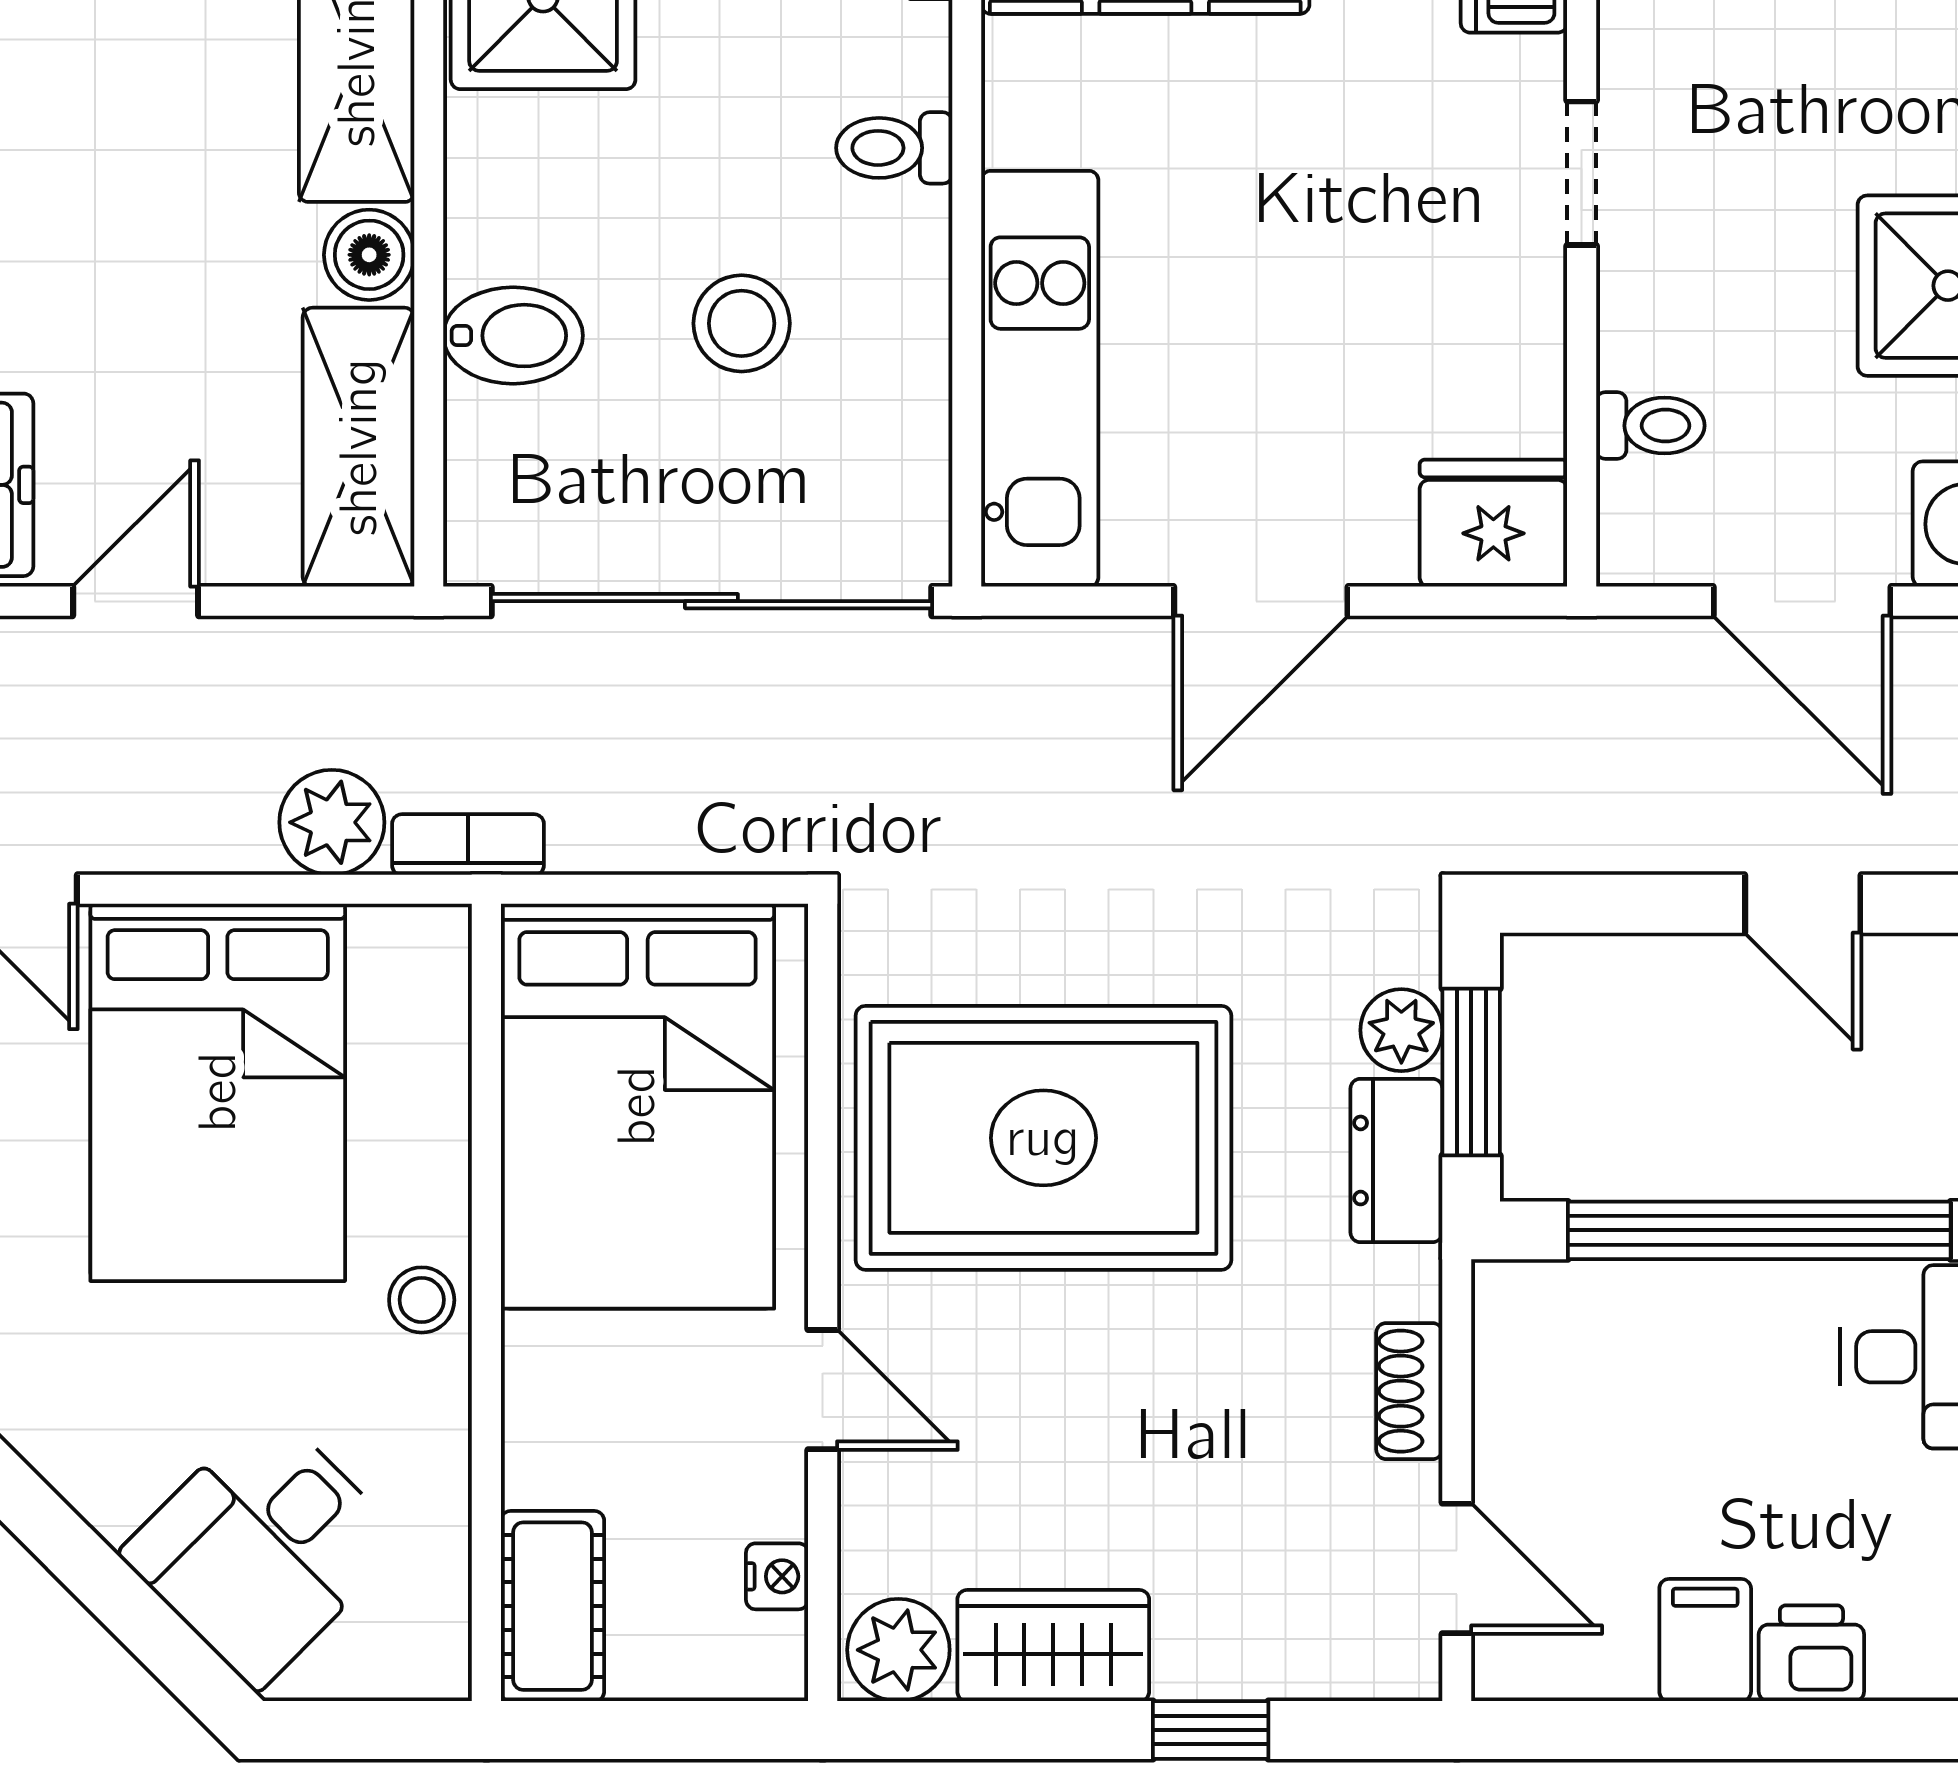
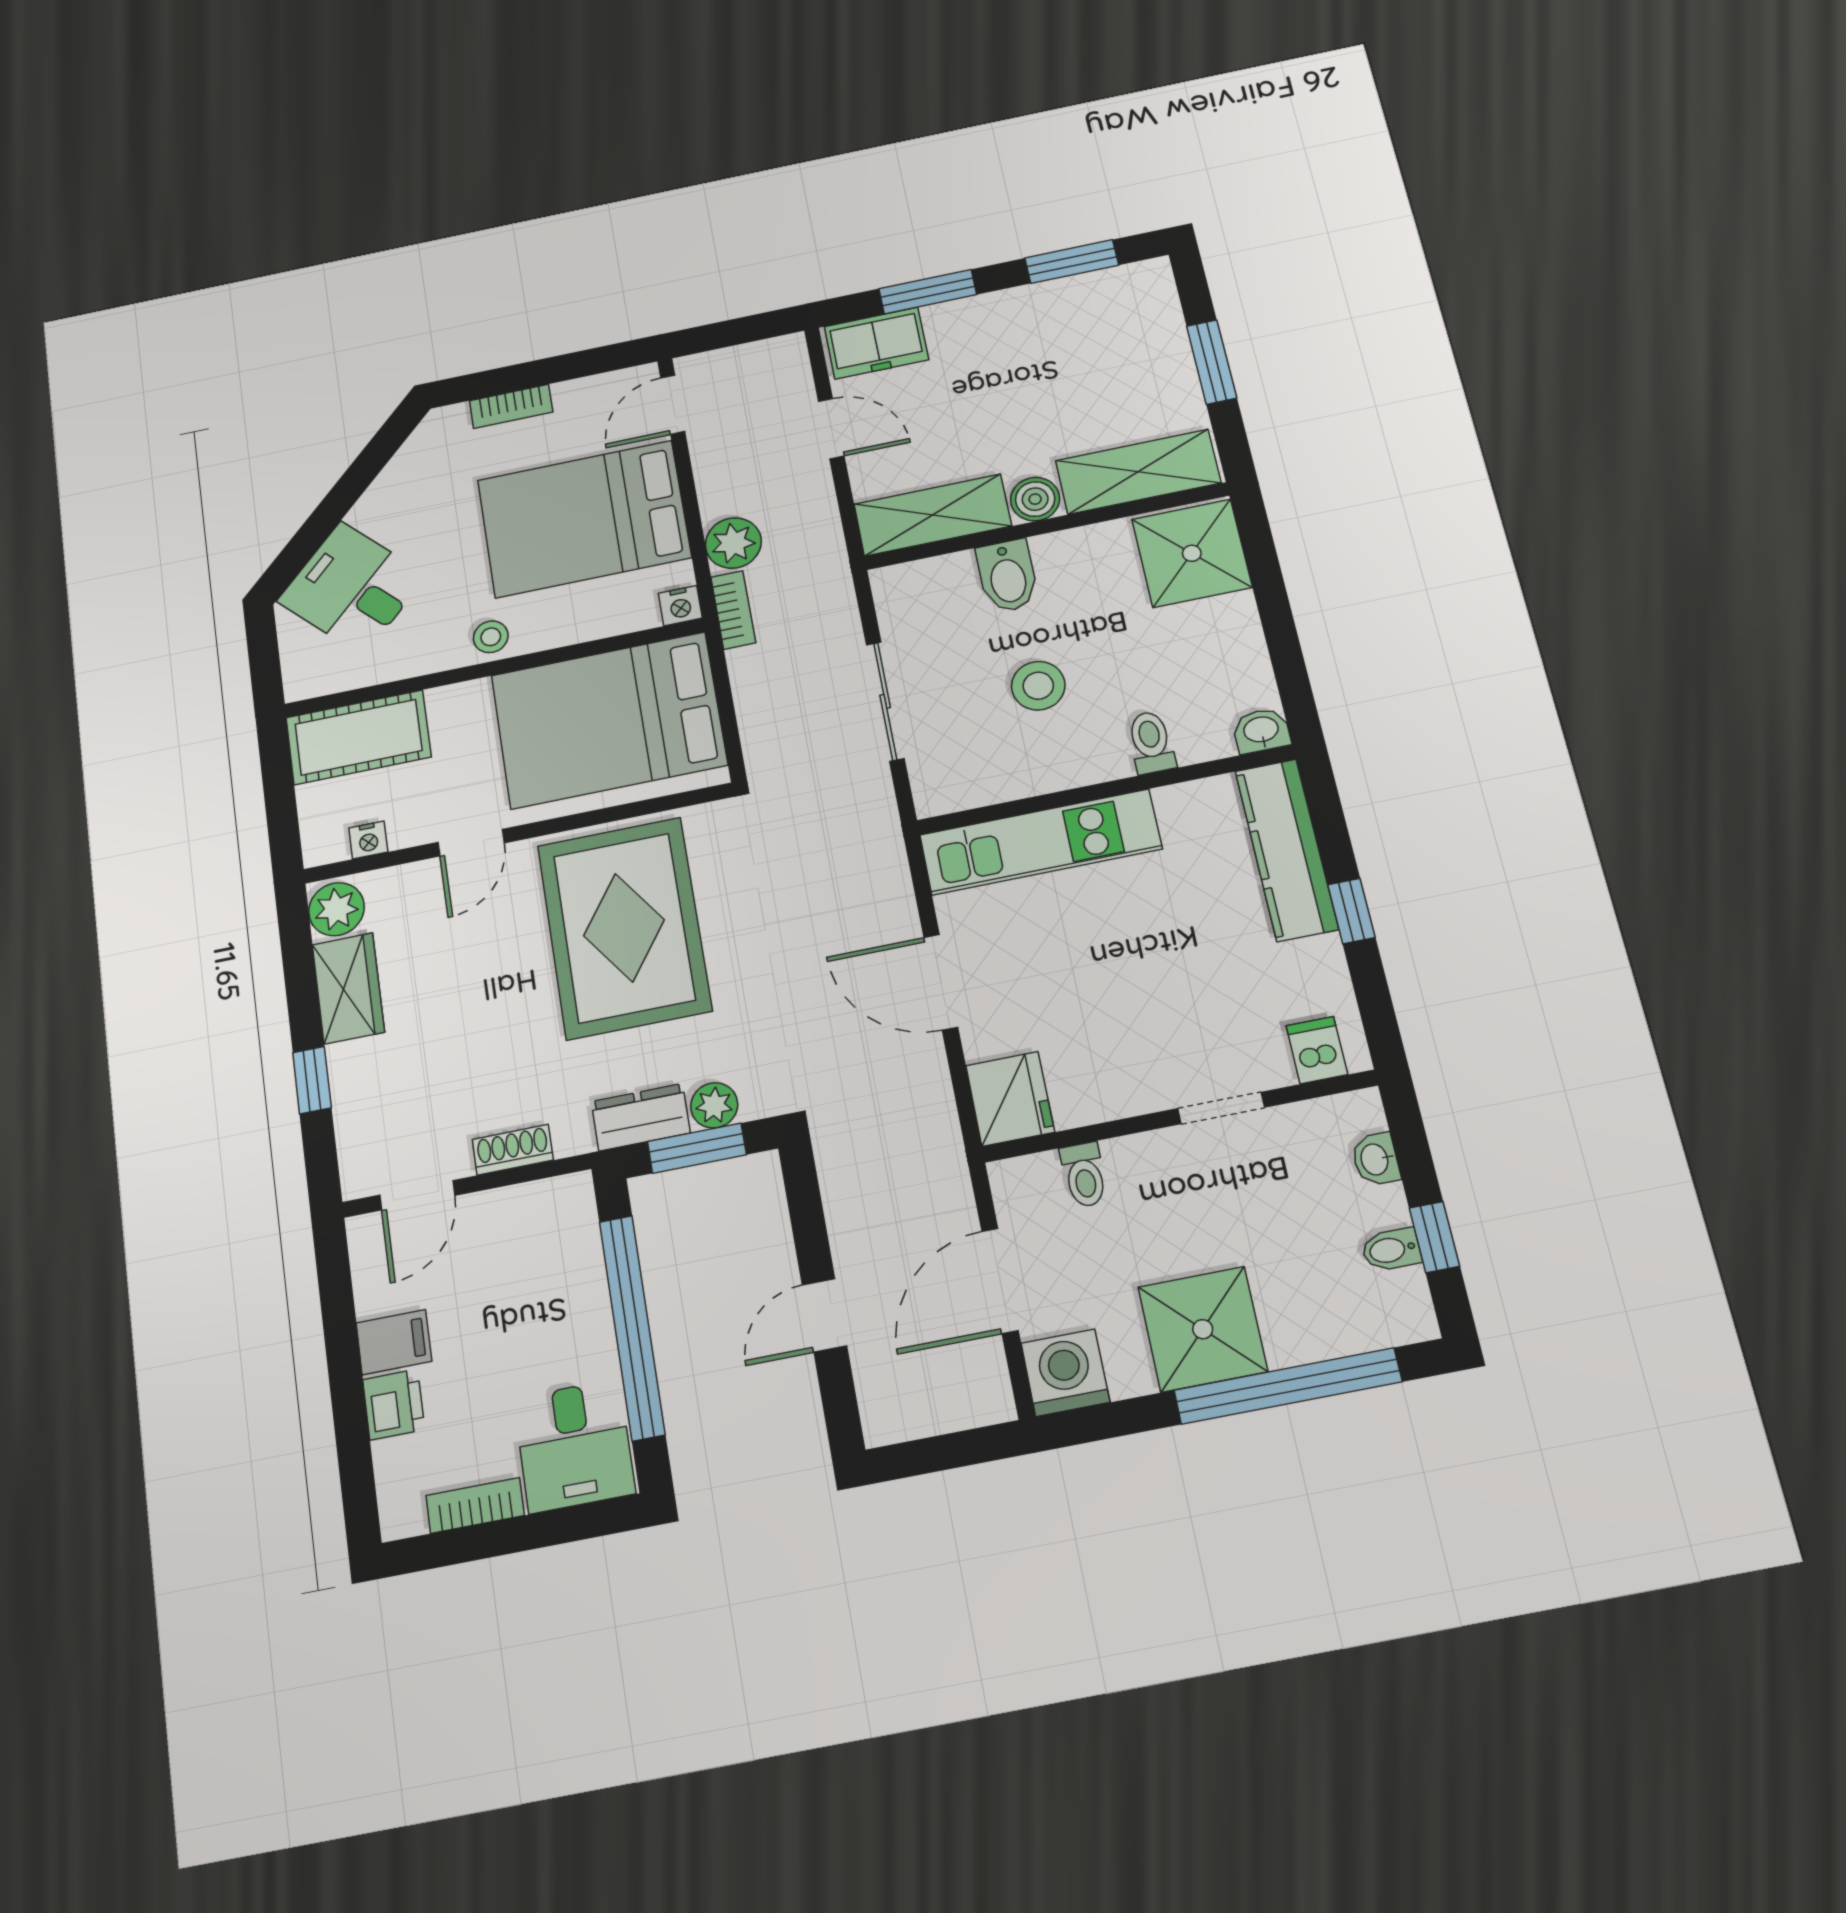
sliding door: (711, 601) -> (885, 701), width x0.54
nightstand: (437, 940) -> (680, 606), added
cot: (552, 1606) -> (358, 737), width x1.37, depth x1.34

